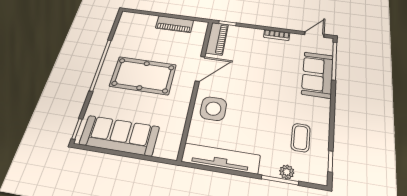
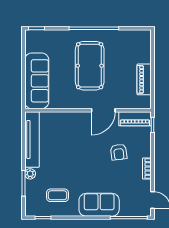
armchair: (253, 60) -> (119, 152), added
door: (200, 69) -> (103, 110), hinge flipped
sofa: (317, 75) -> (99, 205), moved
side table: (213, 109) -> (70, 127), removed
sofa: (119, 136) -> (37, 81), moved
plant: (287, 172) -> (30, 174), moved

